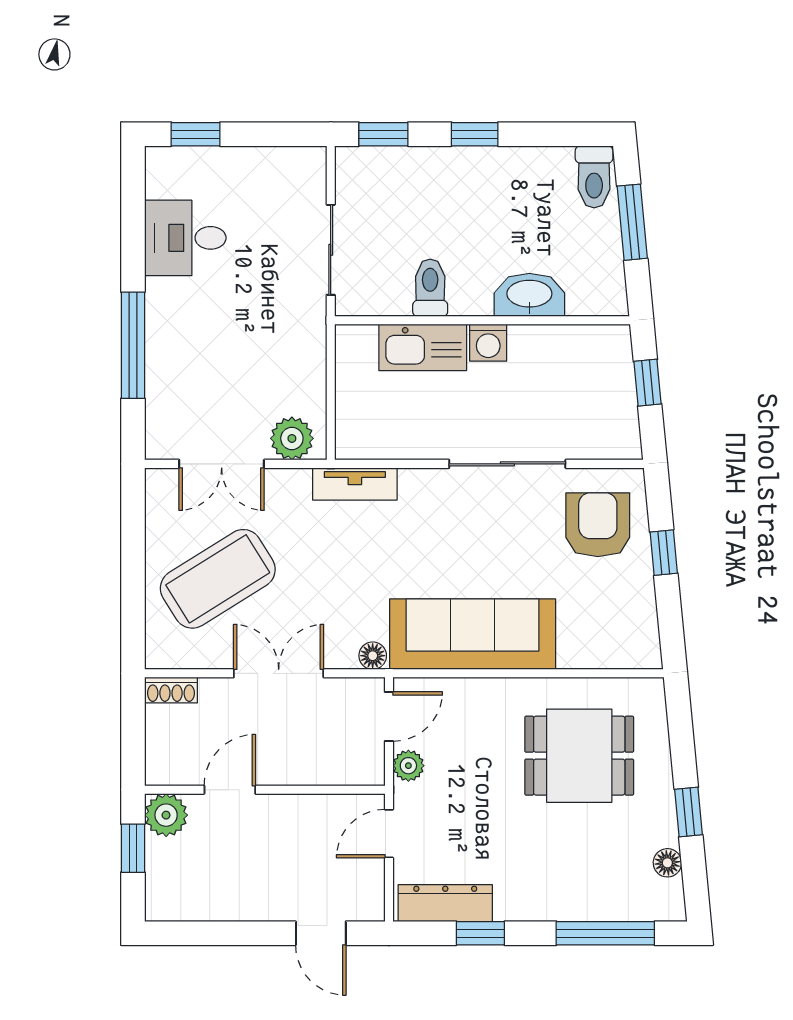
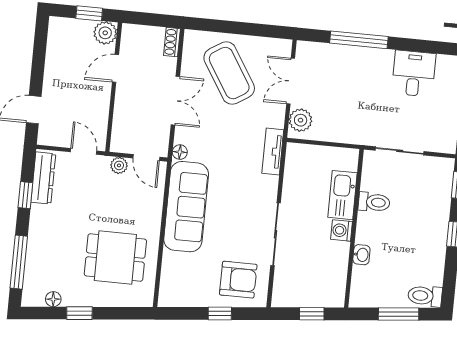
washbasin: (529, 295) -> (361, 255), width x0.52, depth x0.69
dining table: (579, 756) -> (115, 258), turned 90
door: (230, 790) -> (115, 68), swing flipped

